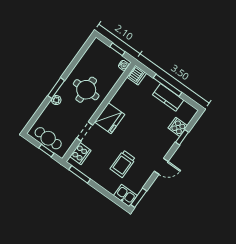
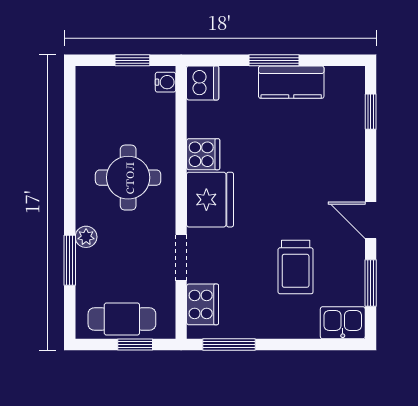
window: (168, 85) -> (274, 60), width x0.69
window: (56, 88) -> (70, 260), moved
cooker: (178, 127) -> (203, 154), moved, turned 180
window: (182, 137) -> (371, 112), moved
door: (161, 166) -> (371, 220), swing flipped
window: (139, 198) -> (371, 283), moved

